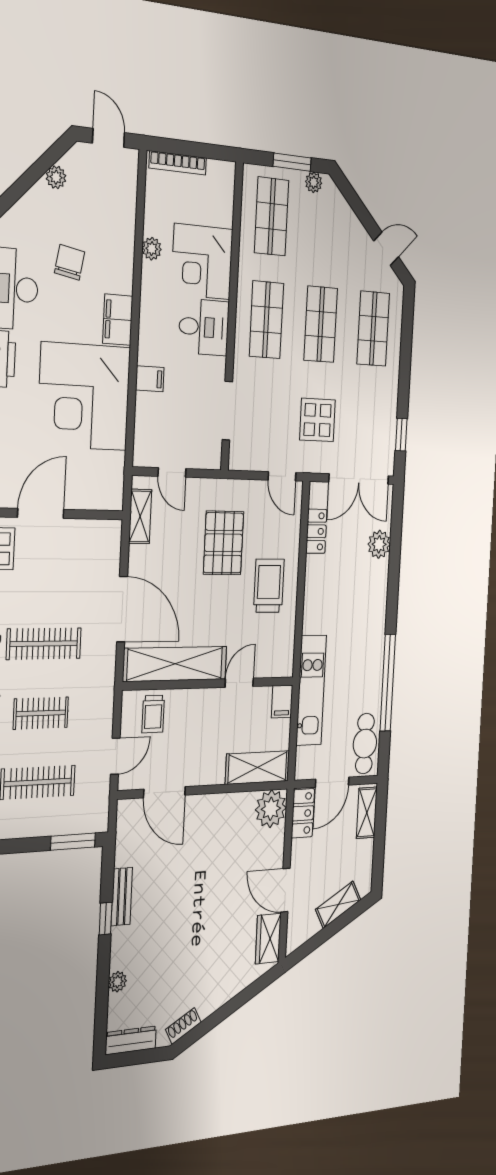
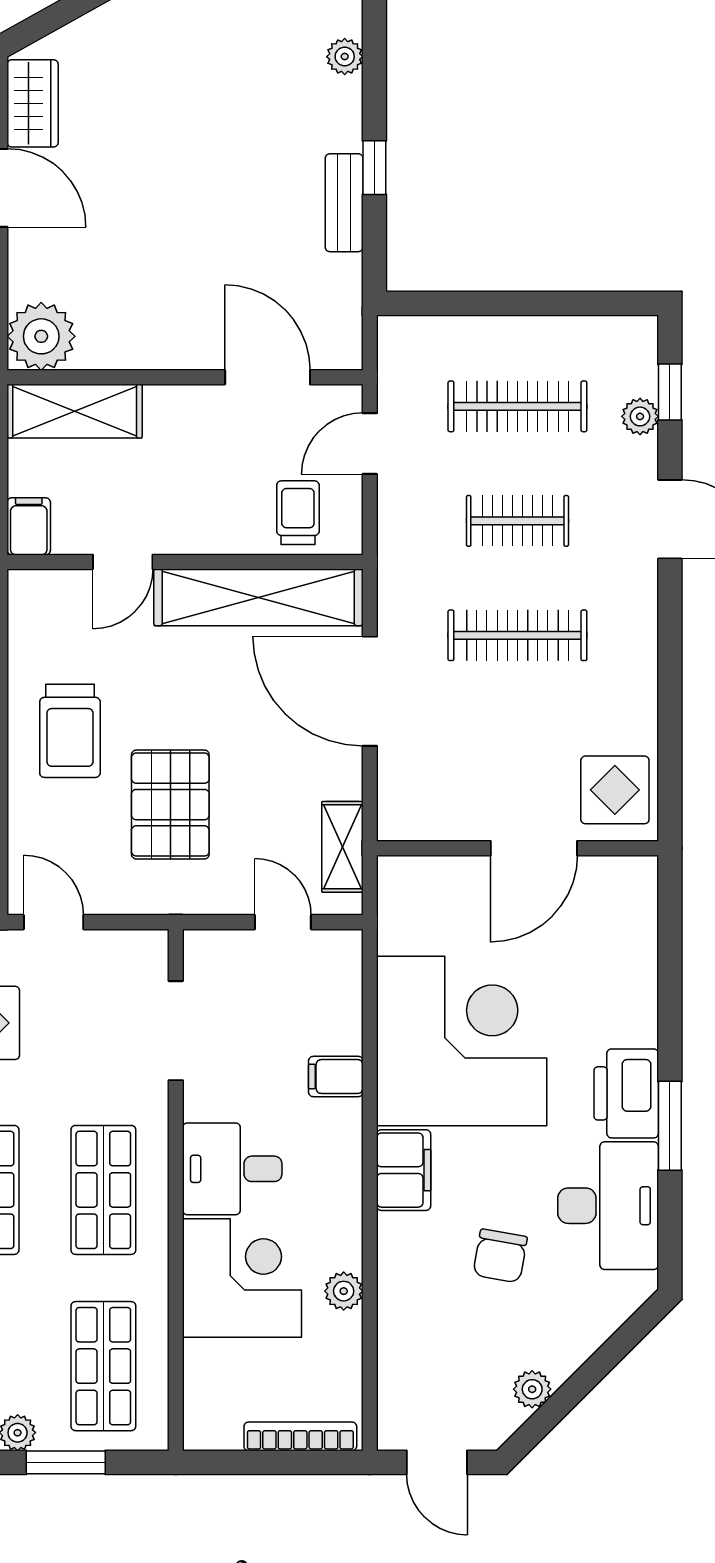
window: (73, 842) -> (445, 303), removed

